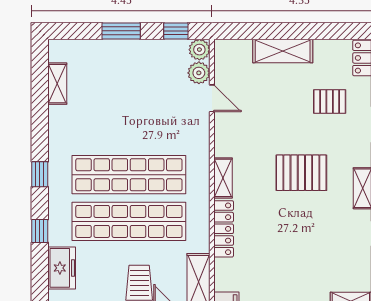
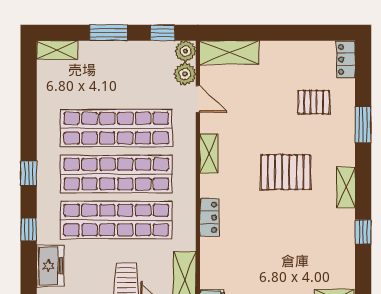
shelving: (283, 51) -> (229, 52), moved
shelving: (57, 84) -> (57, 50), moved, turned 90
shop shelf: (129, 128) -> (116, 128), added
shelving: (223, 178) -> (209, 154), moved
locker: (224, 229) -> (209, 217), width x0.66

